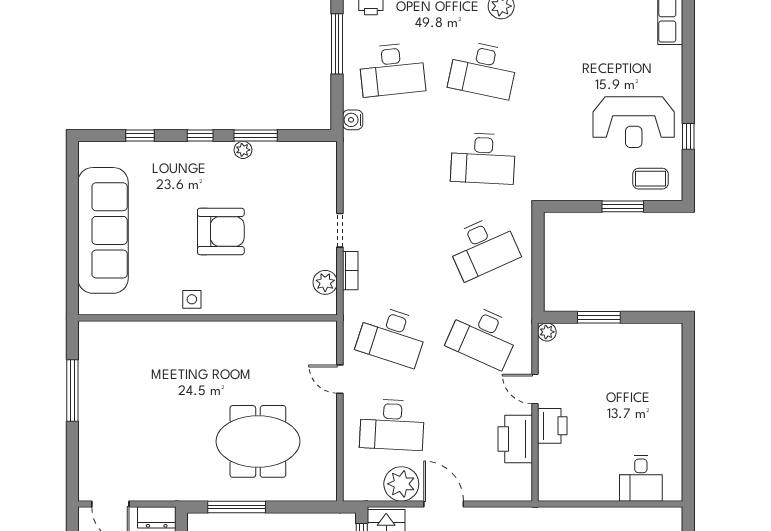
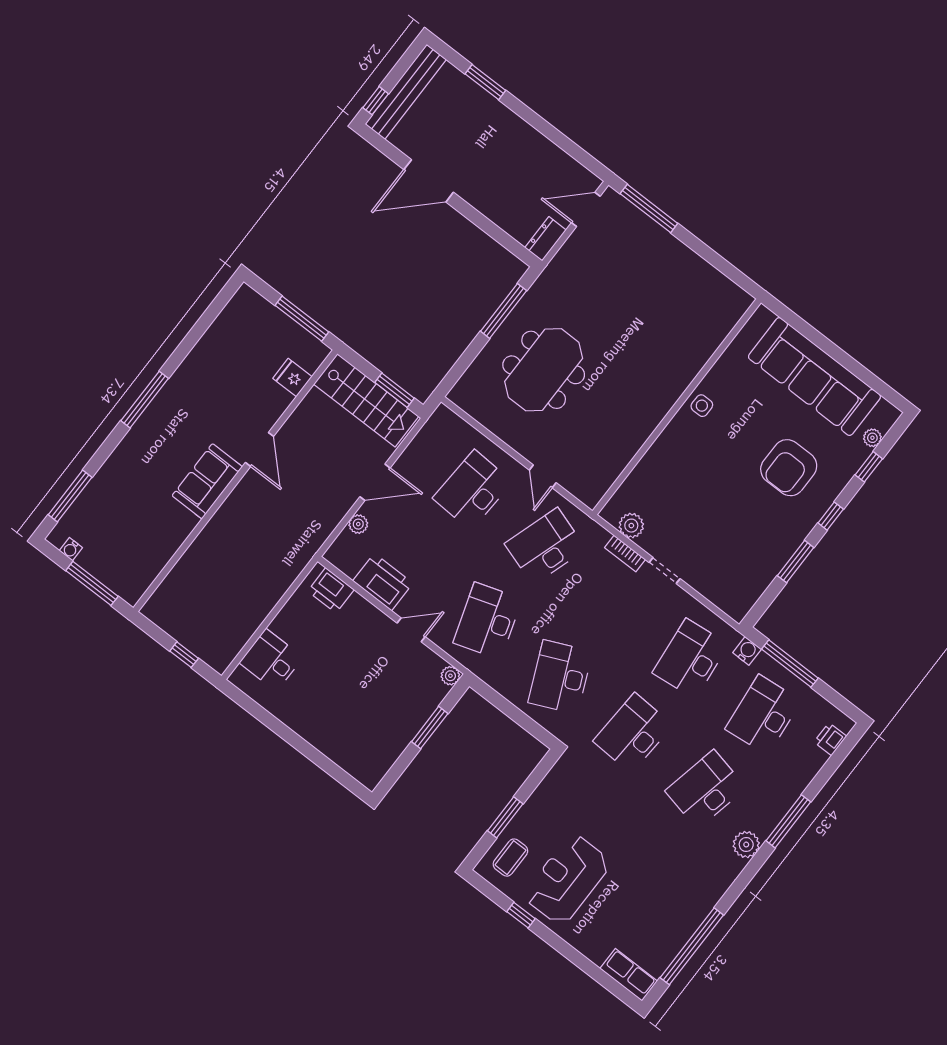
window: (337, 44) -> (790, 664), moved
plant: (243, 150) -> (872, 438), moved
desk: (392, 158) -> (691, 659), added
armchair: (221, 231) -> (789, 468), moved
desk: (483, 336) -> (488, 621), turned -42
door: (340, 379) -> (543, 476), swing flipped
window: (72, 391) -> (649, 209), moved
printer: (552, 426) -> (331, 590), moved
plant: (401, 484) -> (358, 524), moved, width x0.53, depth x0.53

